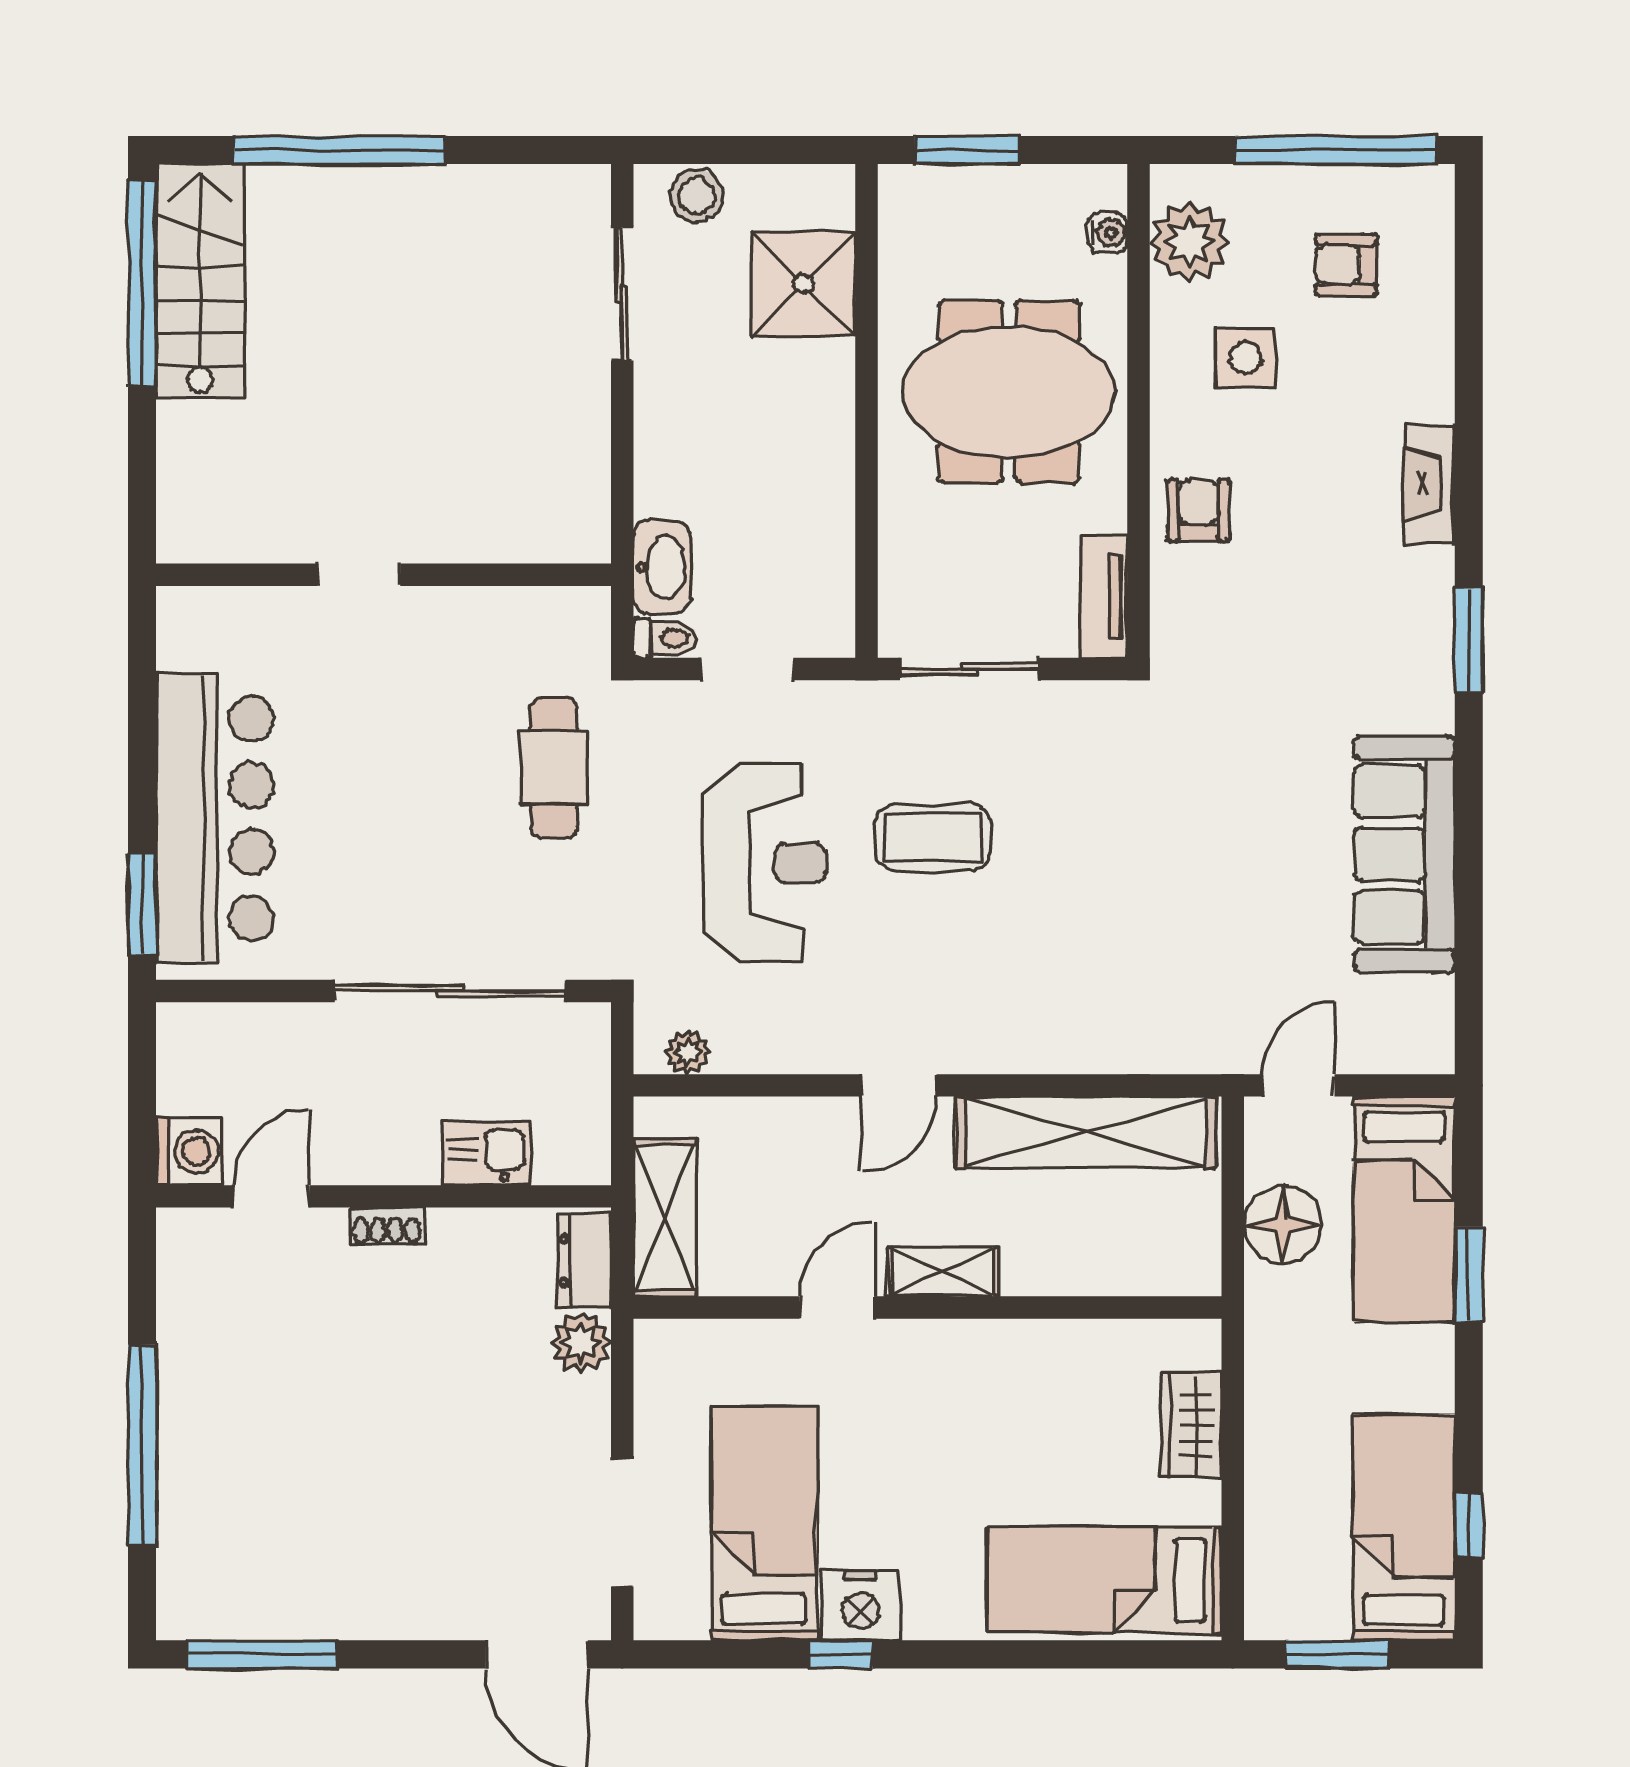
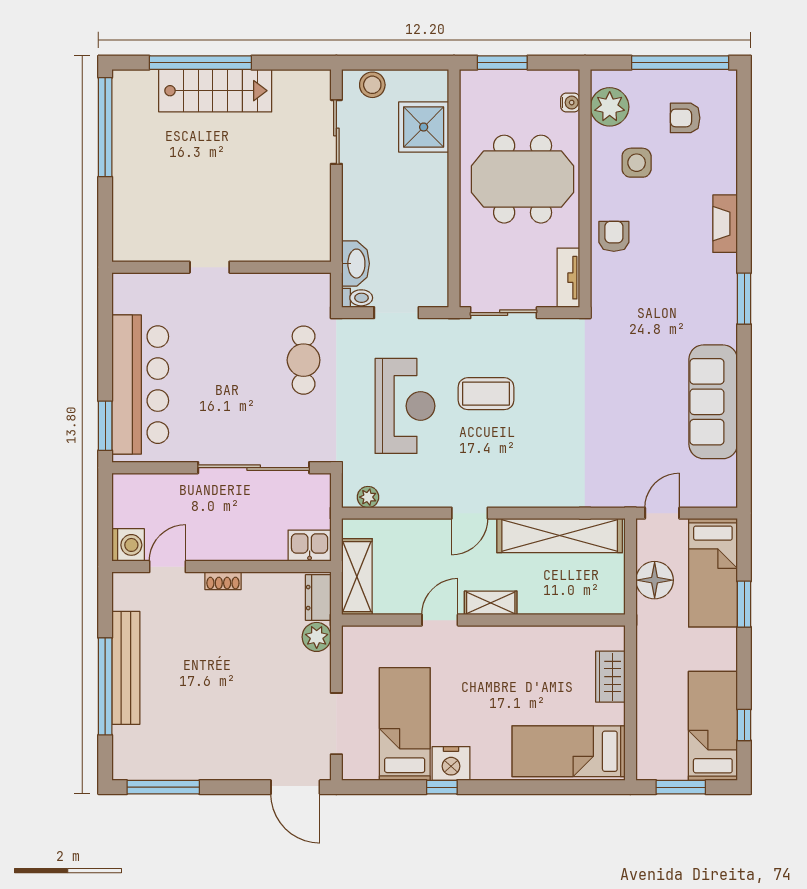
stairs: (200, 281) -> (215, 91), moved, turned 90
kitchen sink: (487, 1153) -> (310, 546), moved
bench: (185, 1407) -> (126, 668), added

